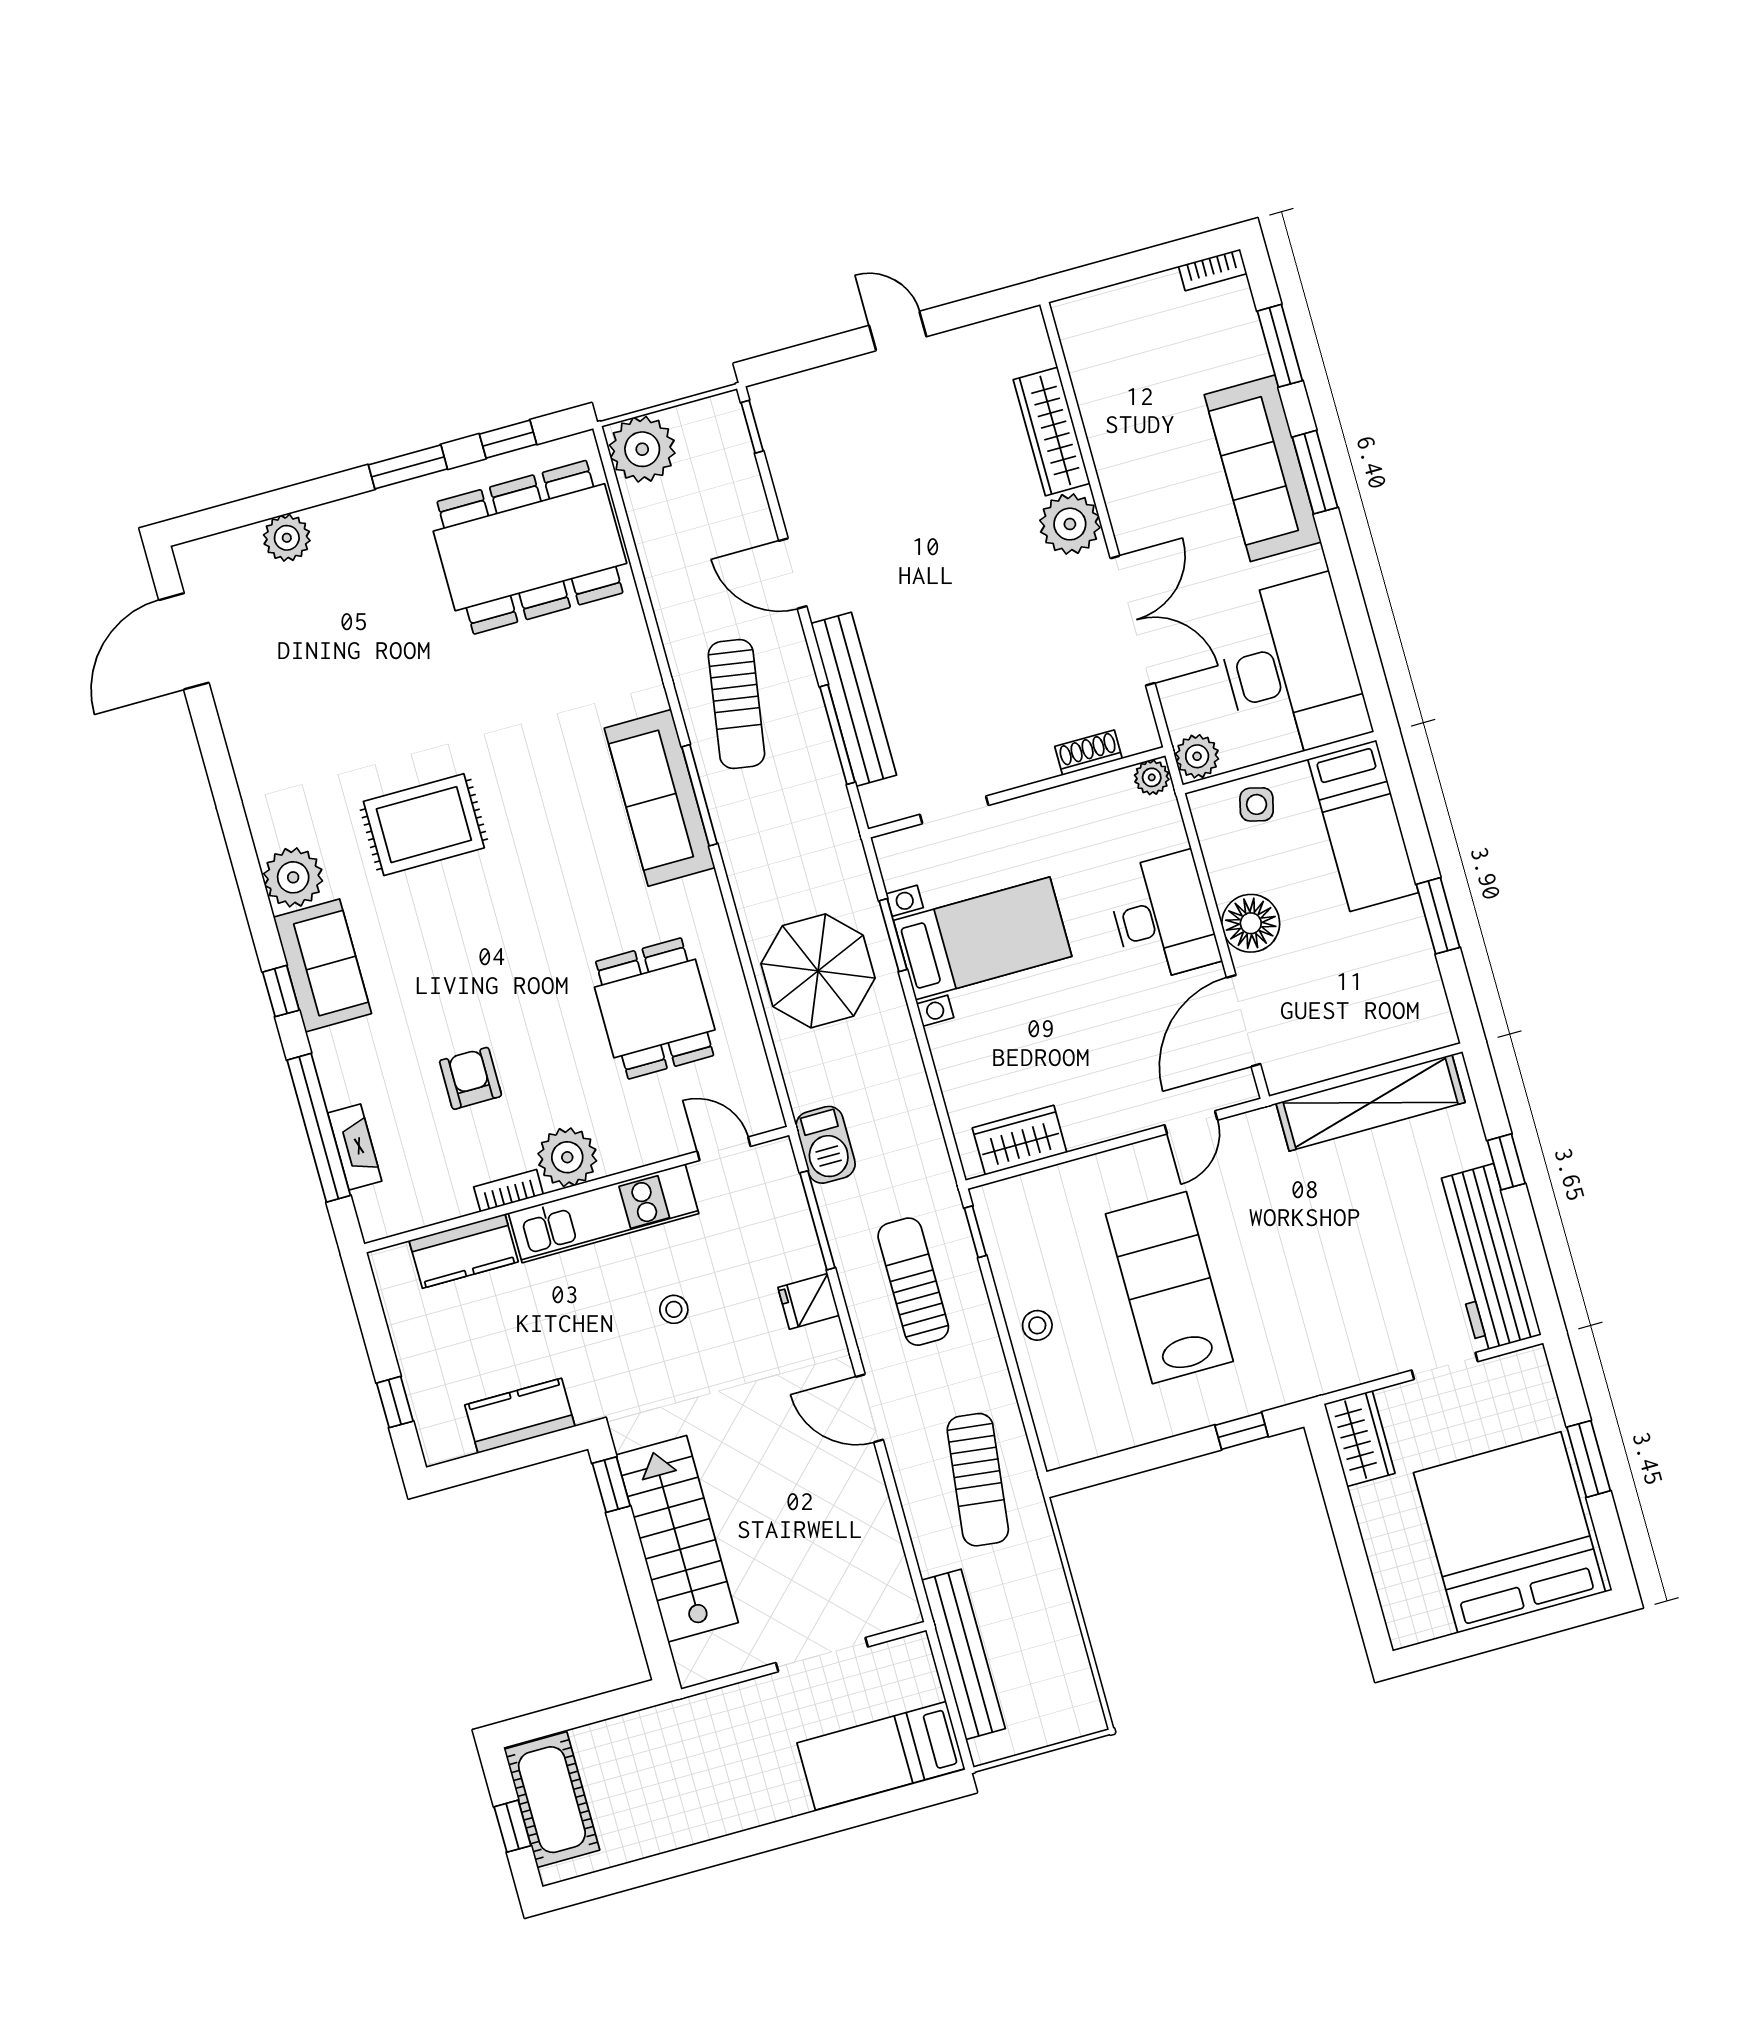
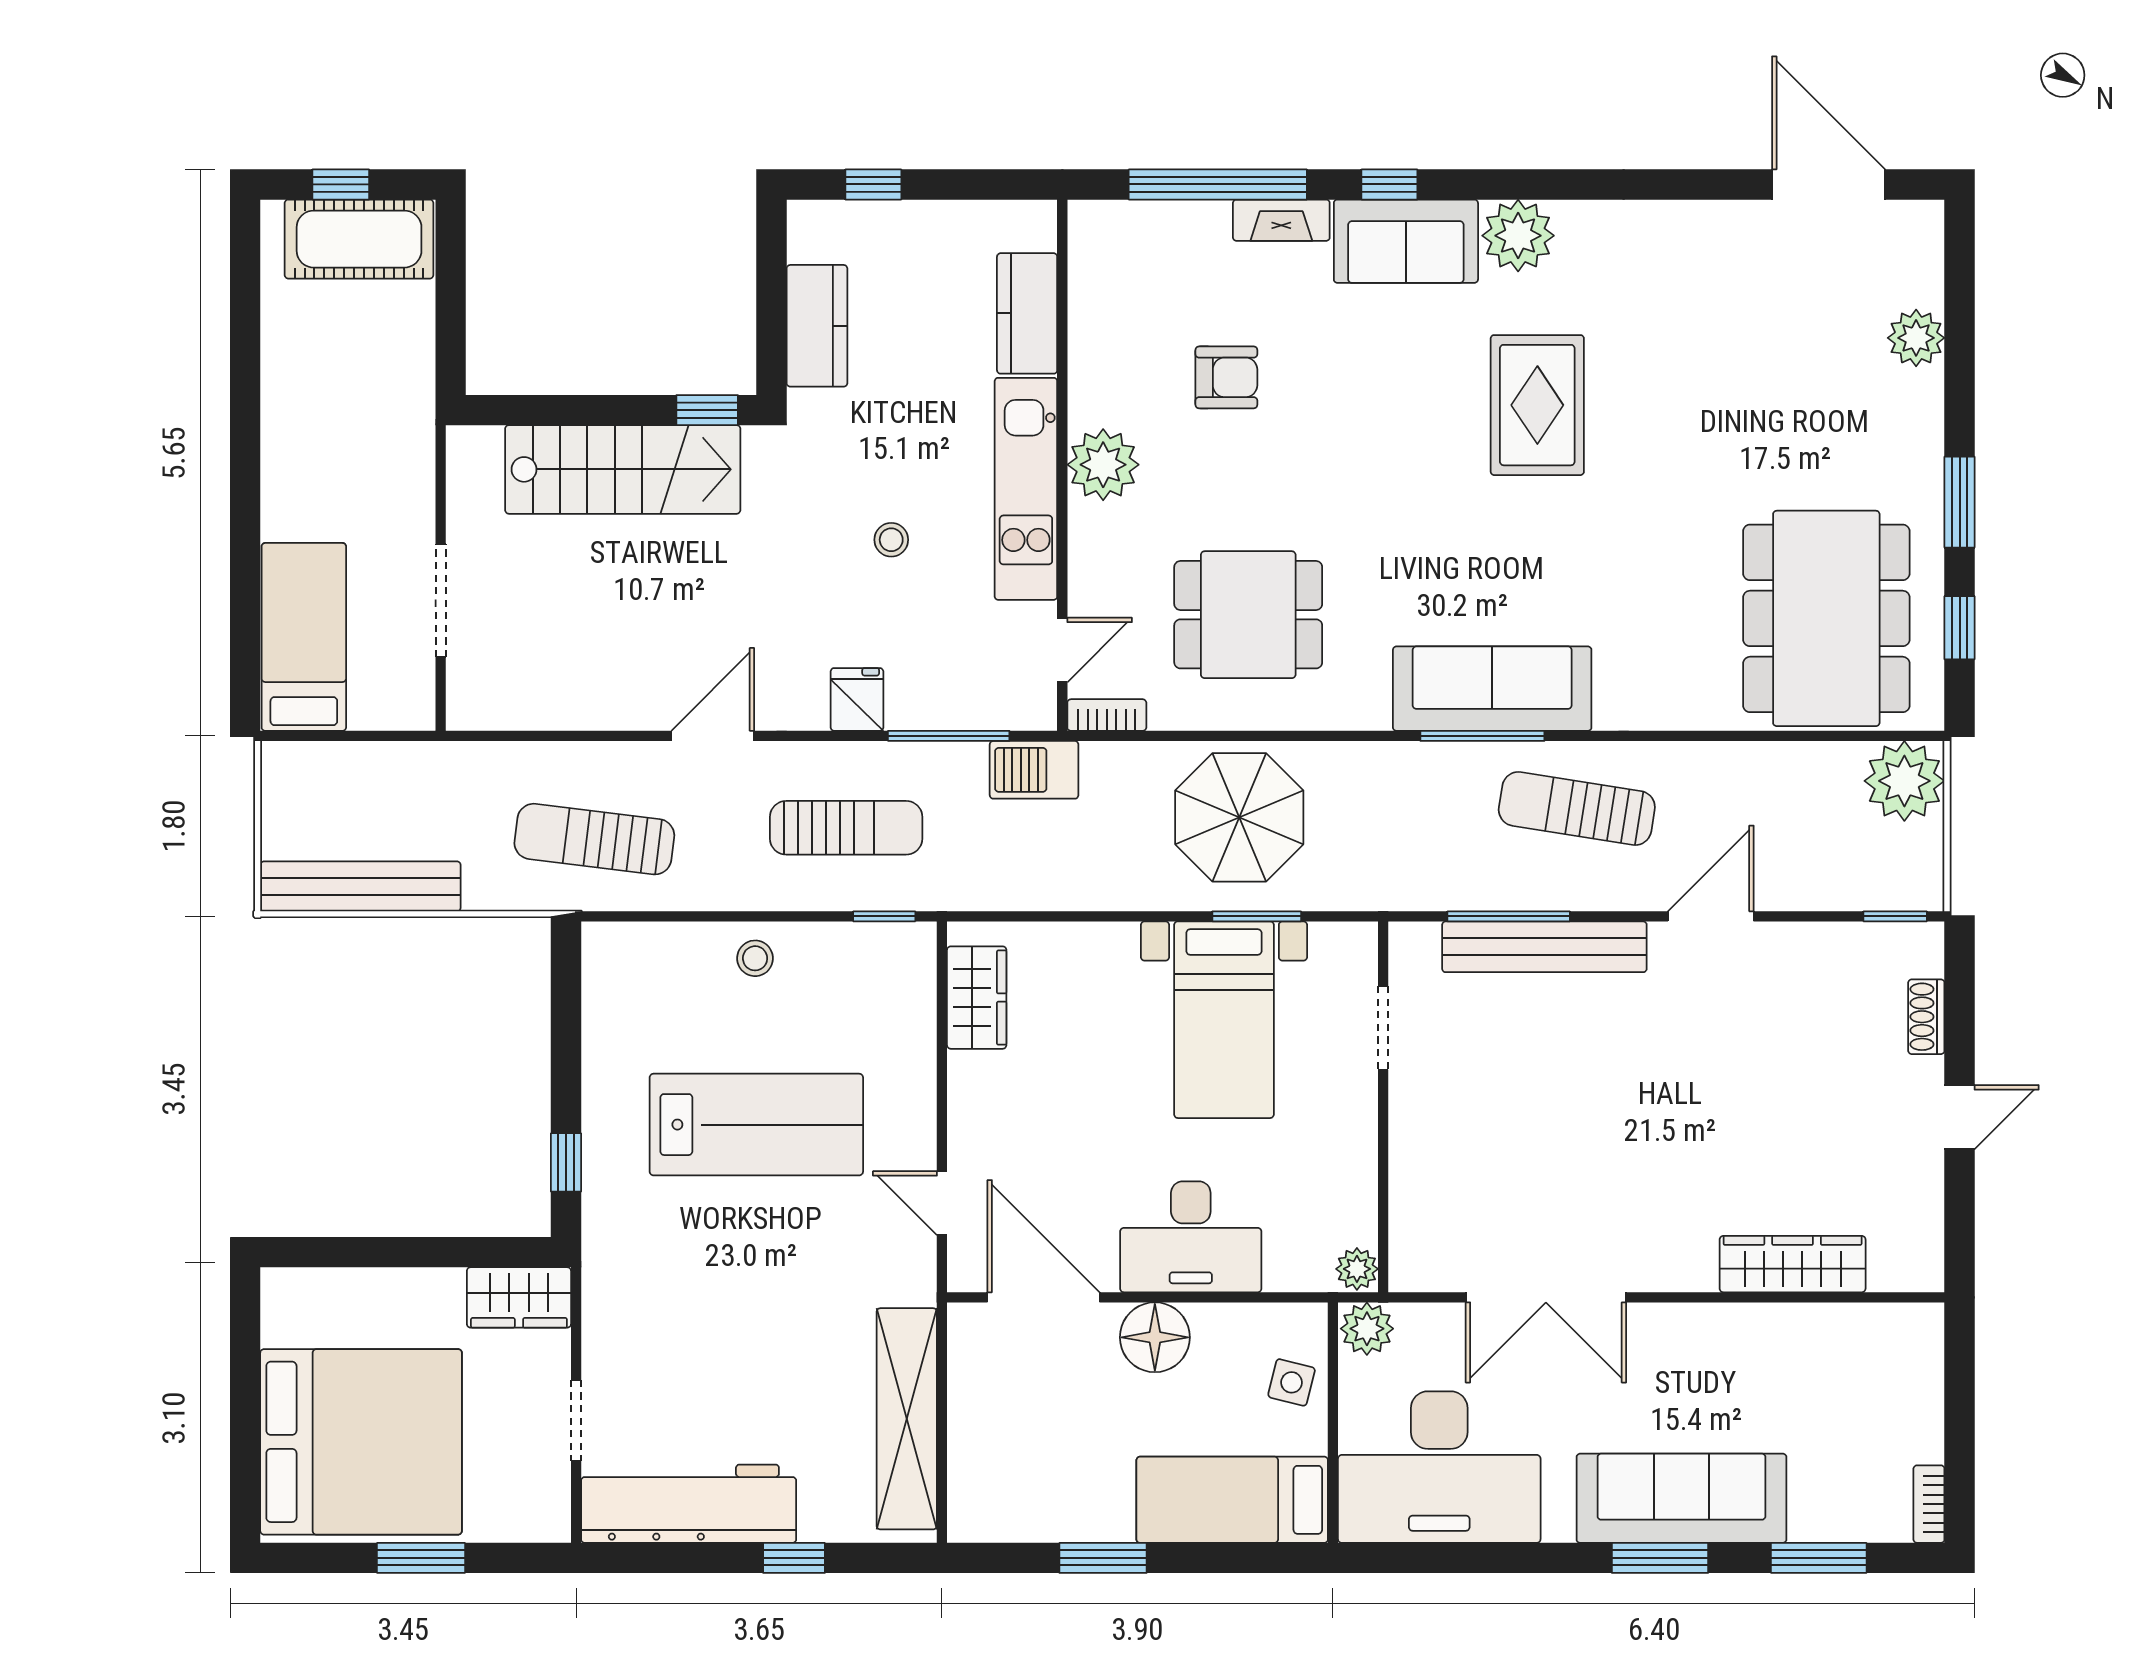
plant: (1070, 524) -> (1679, 1255), removed
shoe rack: (1088, 753) -> (1926, 1017), moved, turned 180
fireplace: (355, 1147) -> (1281, 220), moved
bookcase: (509, 1191) -> (1107, 715), moved, turned -90
bench: (963, 1654) -> (360, 886), moved

